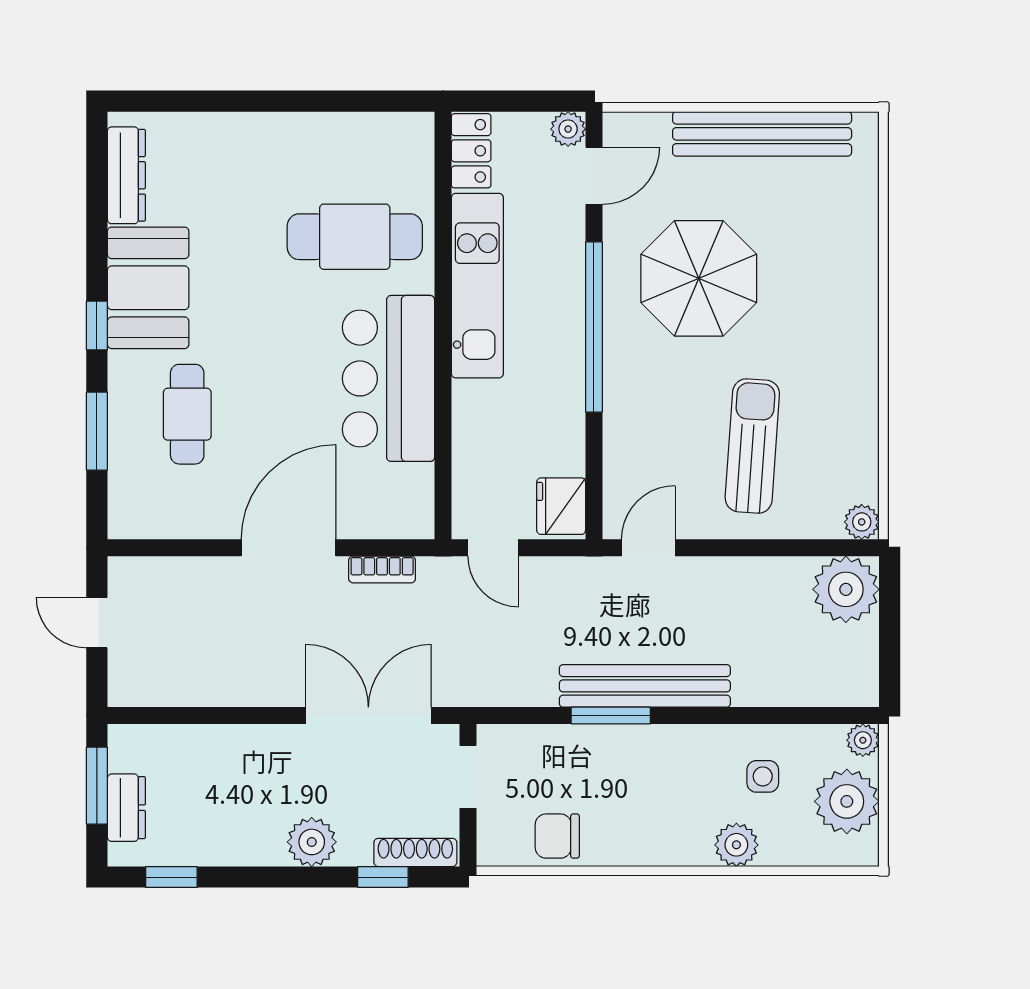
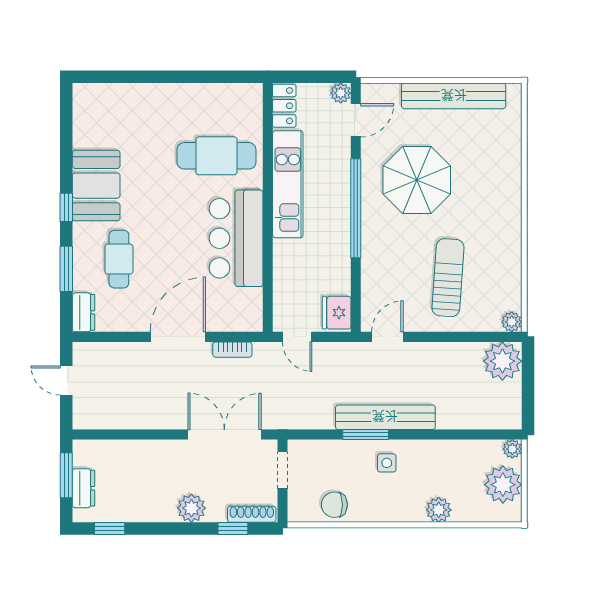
dresser: (126, 175) -> (83, 312), moved, width x0.70
side table: (763, 776) -> (387, 463), moved

